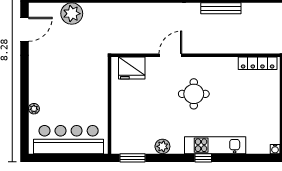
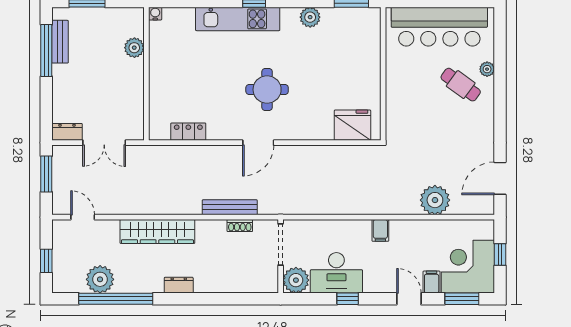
door: (170, 55) -> (258, 143), moved
locker: (258, 63) -> (188, 132), width x0.66
cafe table: (53, 97) -> (461, 85), added

